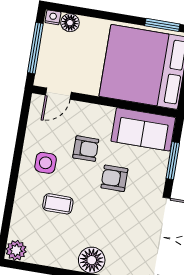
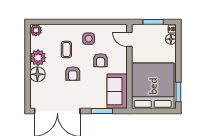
window: (35, 48) -> (153, 22), width x0.69
armchair: (114, 178) -> (73, 74), moved, turned 180
plant: (64, 255) -> (38, 58), added

